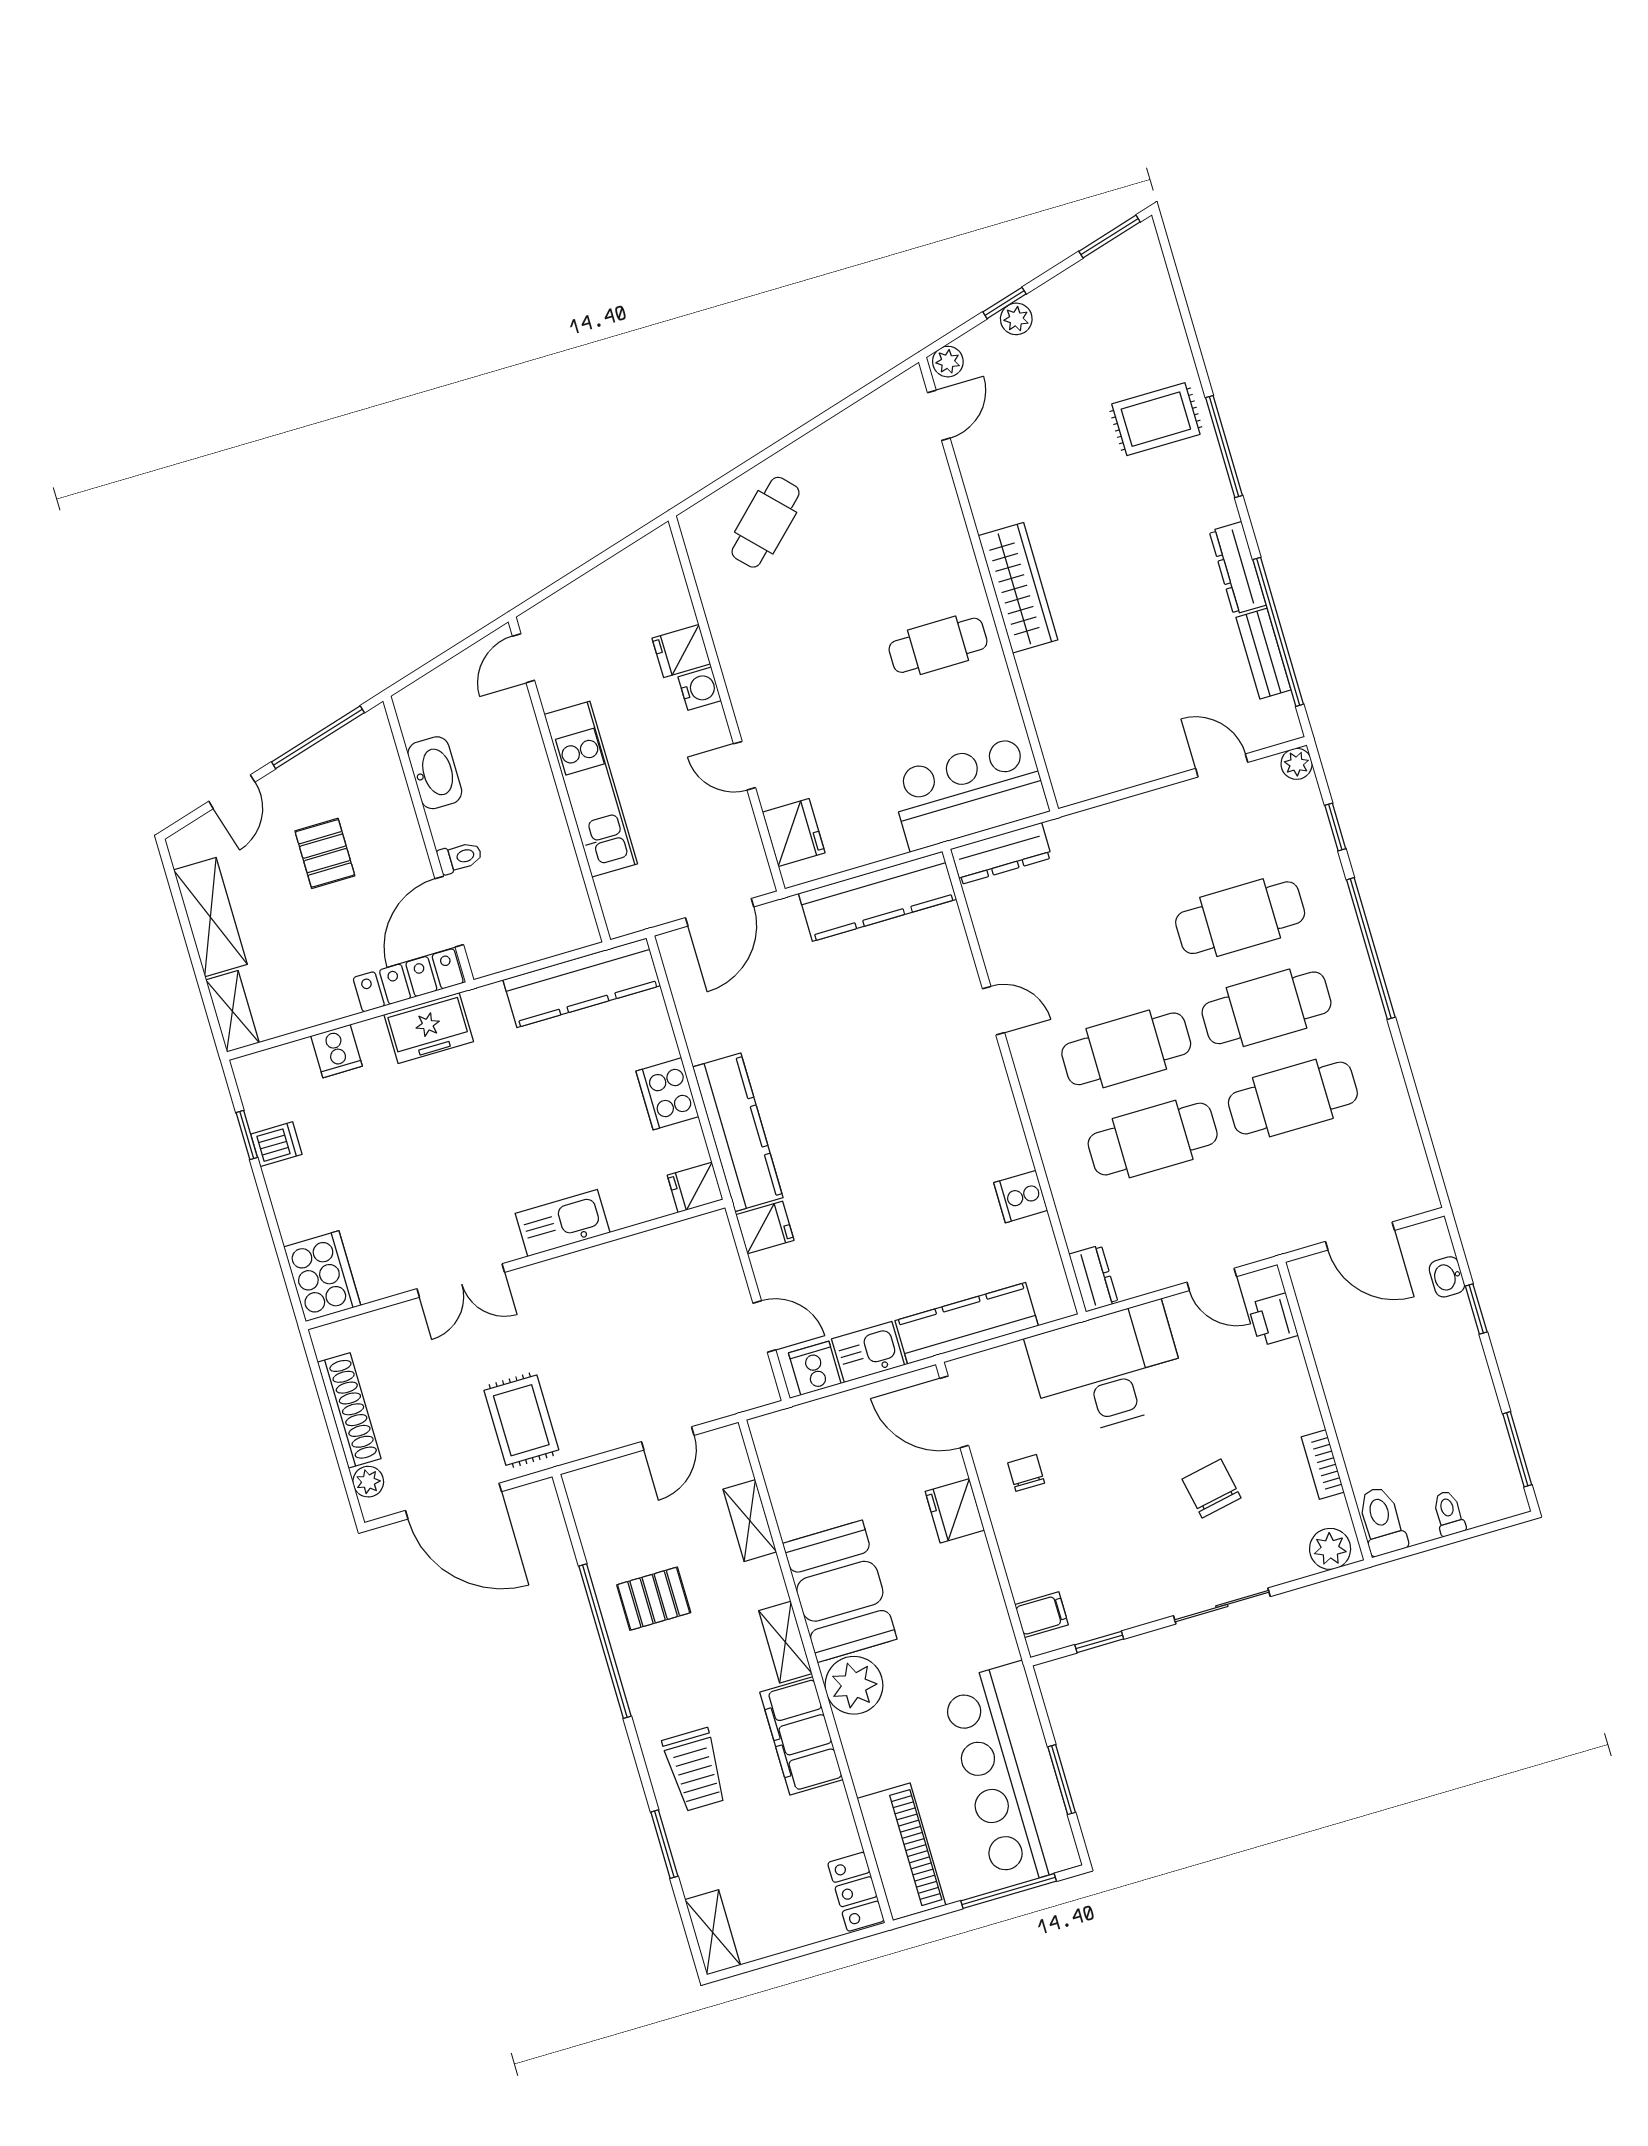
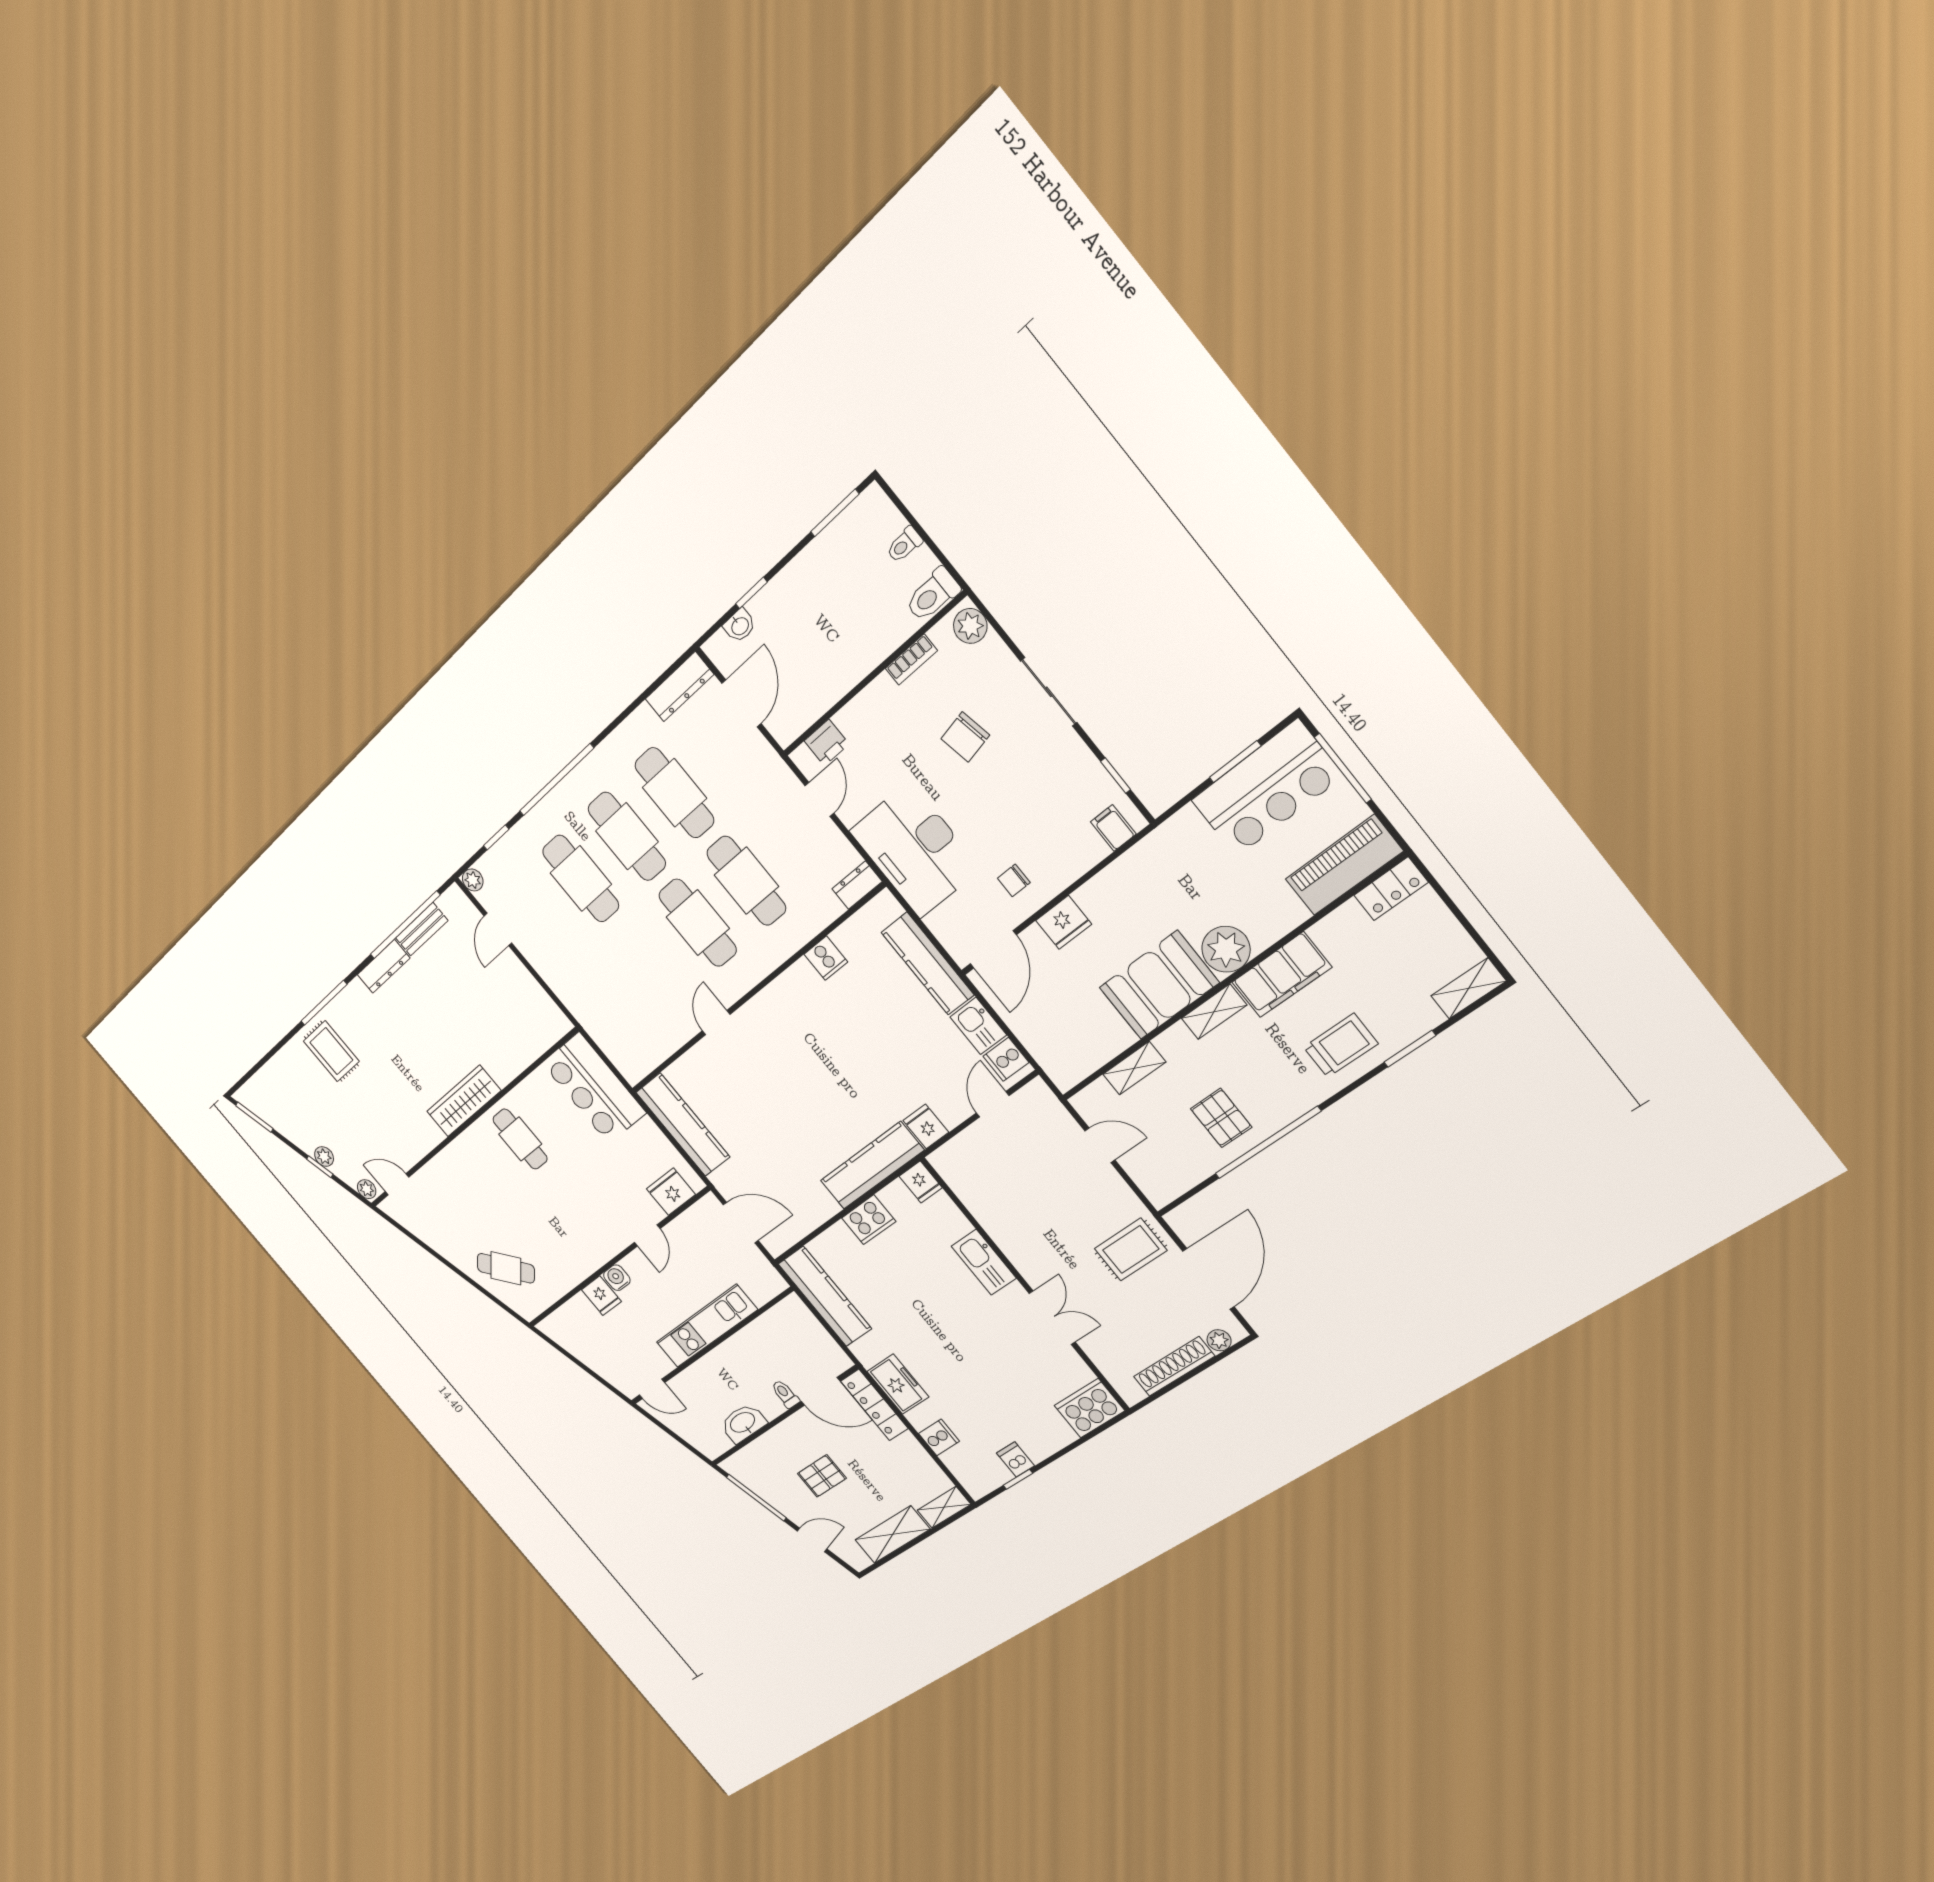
dresser: (1001, 853) -> (679, 687), moved, turned 90
bar counter: (1011, 1775) -> (1267, 788), width x0.73

